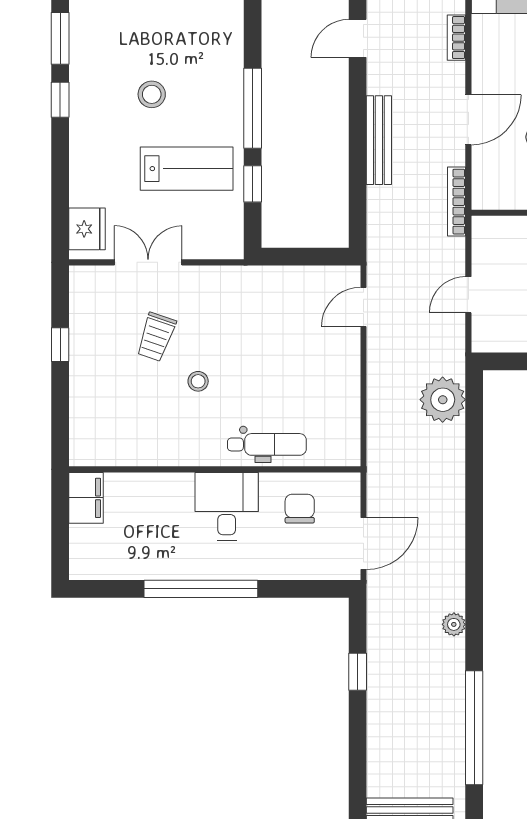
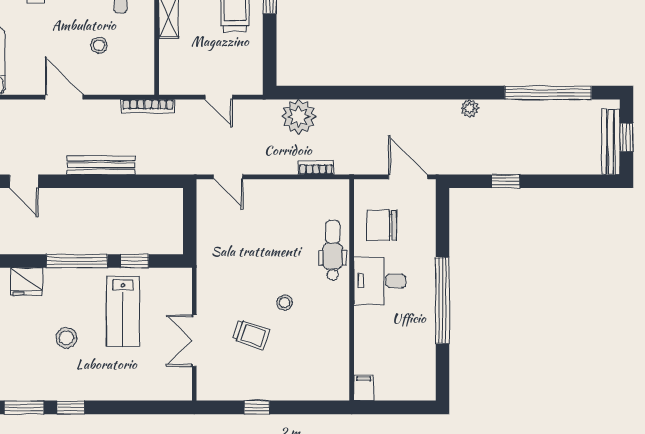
bookcase: (456, 38) -> (316, 168), moved, turned 180
door: (468, 120) -> (64, 97), moved
lab bench: (187, 169) -> (123, 311), turned 180
fridge: (87, 229) -> (27, 281), moved, turned 180
filing cabinet: (86, 498) -> (364, 388), width x0.50
chair: (300, 509) -> (381, 225), width x1.37, depth x1.37

